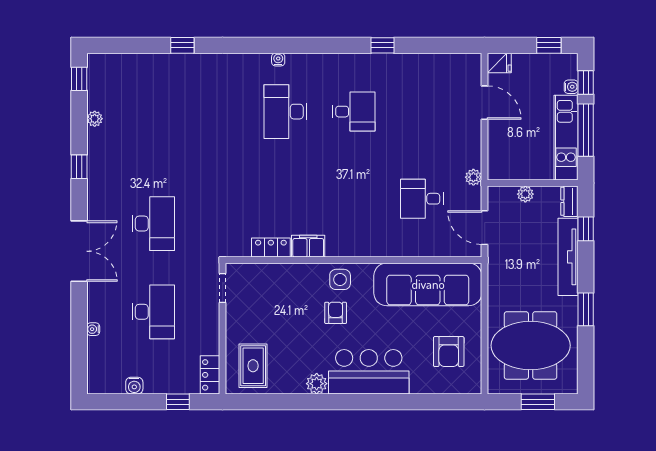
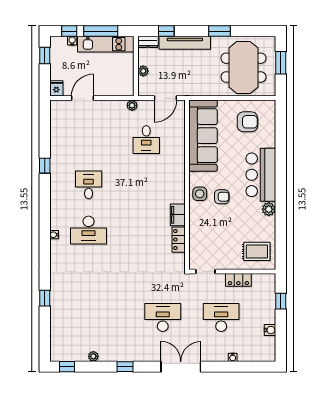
armchair: (336, 313) -> (222, 197), turned 180
locker: (210, 375) -> (238, 280), moved

